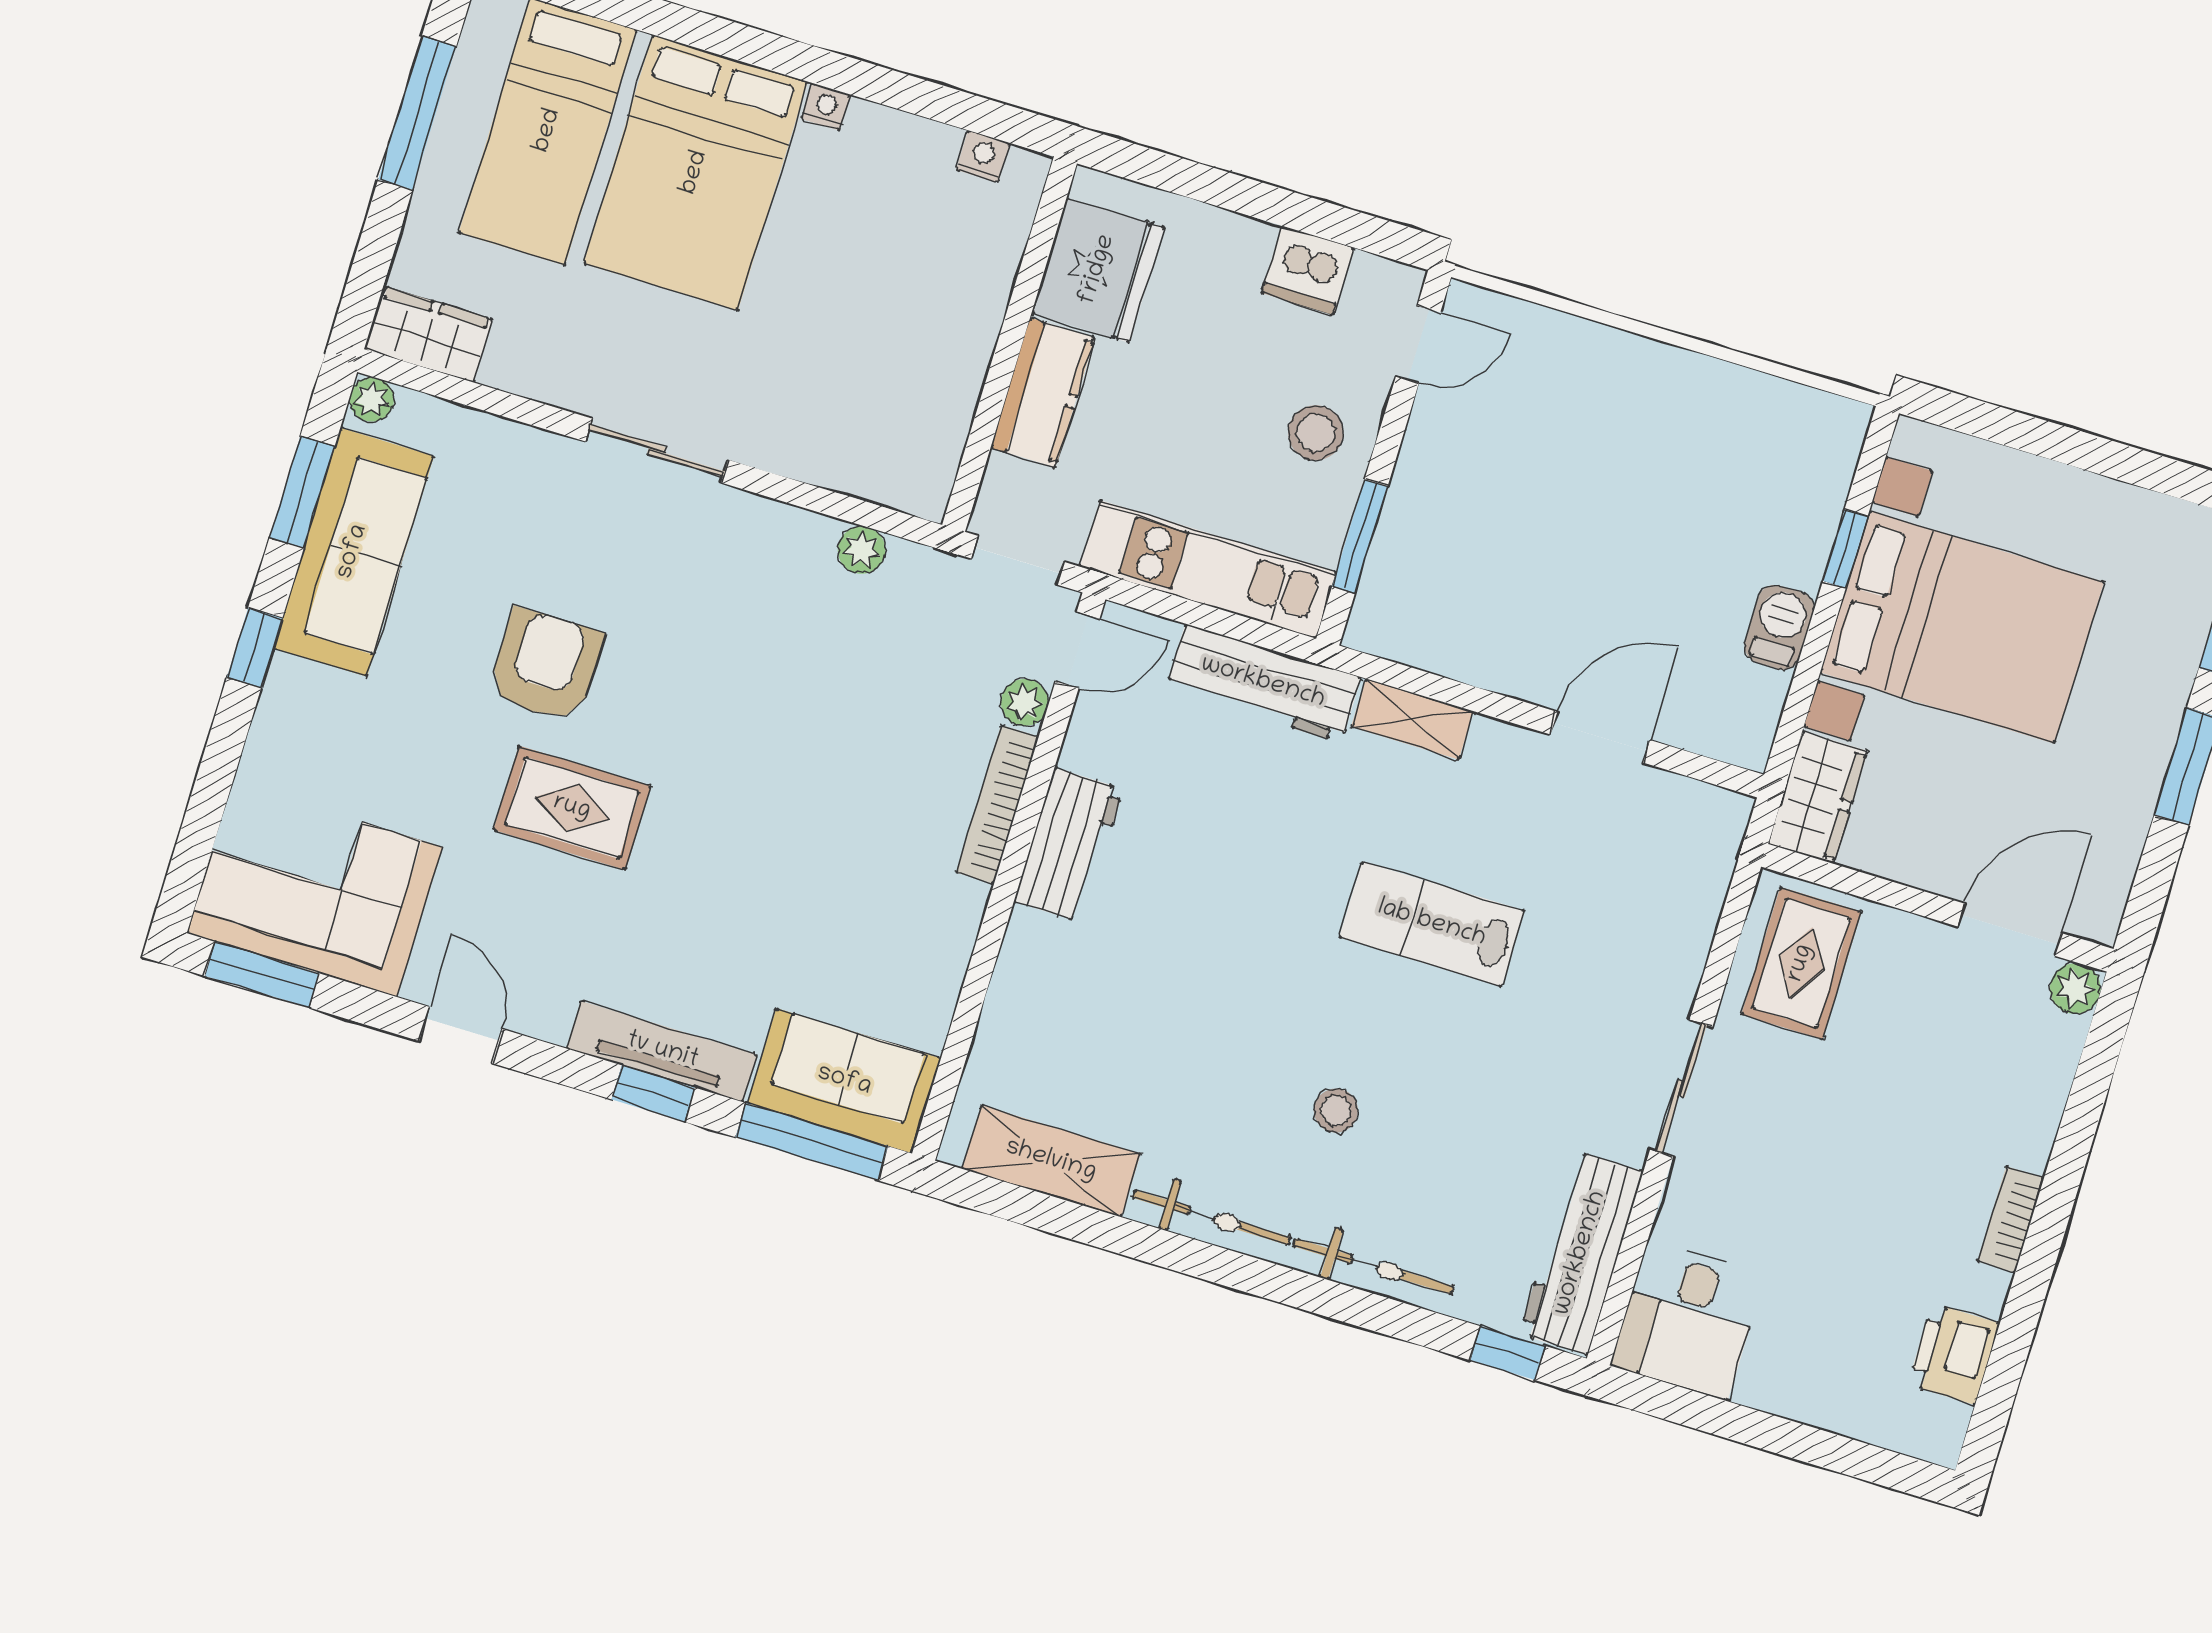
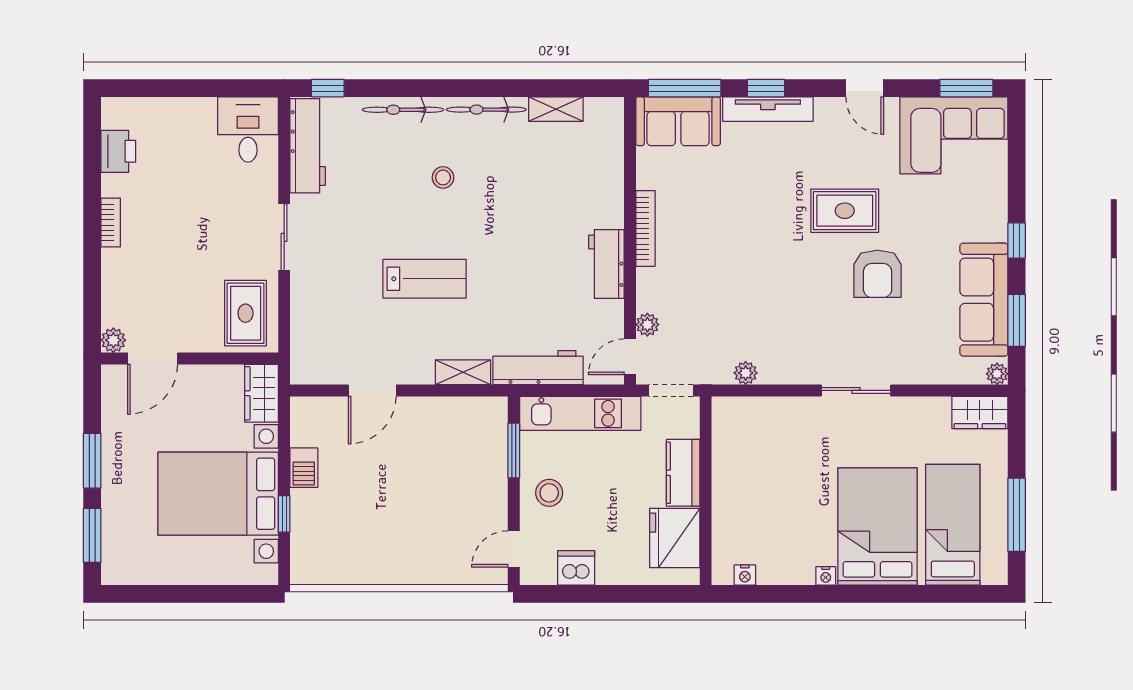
bookcase: (998, 805) -> (646, 228), moved
shelving: (1051, 1161) -> (556, 109), width x0.67, depth x0.75

